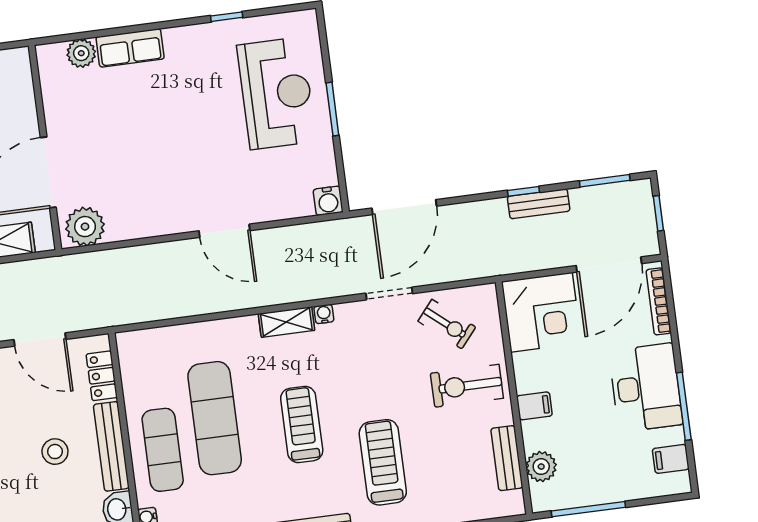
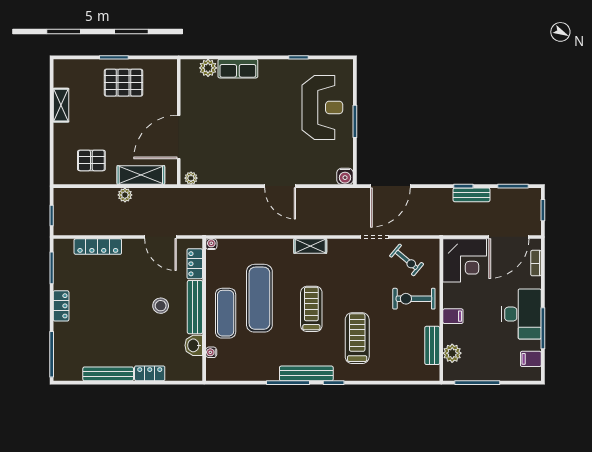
plant: (85, 227) -> (191, 178), width x0.53, depth x0.53
bookcase: (659, 301) -> (536, 263), width x0.64
water cooler: (324, 314) -> (211, 244), moved

